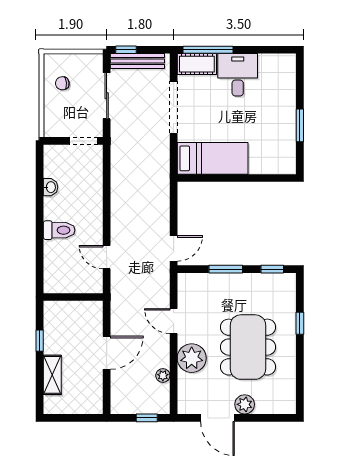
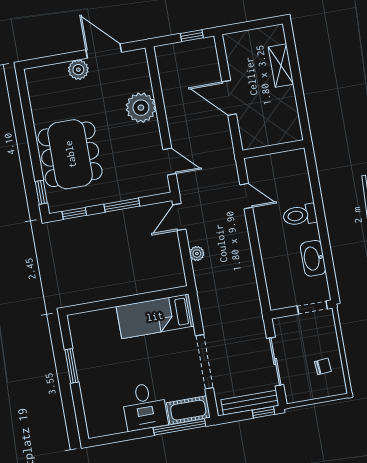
doorway: (83, 141) -> (312, 307), moved
washbasin: (50, 187) -> (313, 258), width x1.91, depth x1.45
door: (174, 321) -> (170, 162), moved
window: (300, 323) -> (41, 192), moved
window: (40, 341) -> (300, 98), removed
dining table: (248, 347) -> (70, 154), moved
door: (107, 353) -> (229, 98), hinge flipped
plant: (163, 376) -> (197, 254), moved
window: (147, 418) -> (192, 36), moved

